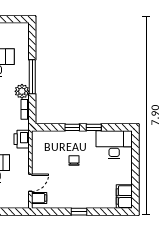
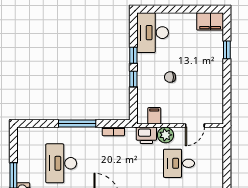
plant: (22, 91) -> (166, 135), moved
door: (30, 183) -> (195, 126), swing flipped
filing cabinet: (39, 198) -> (154, 116), moved
window: (79, 212) -> (227, 50), moved

